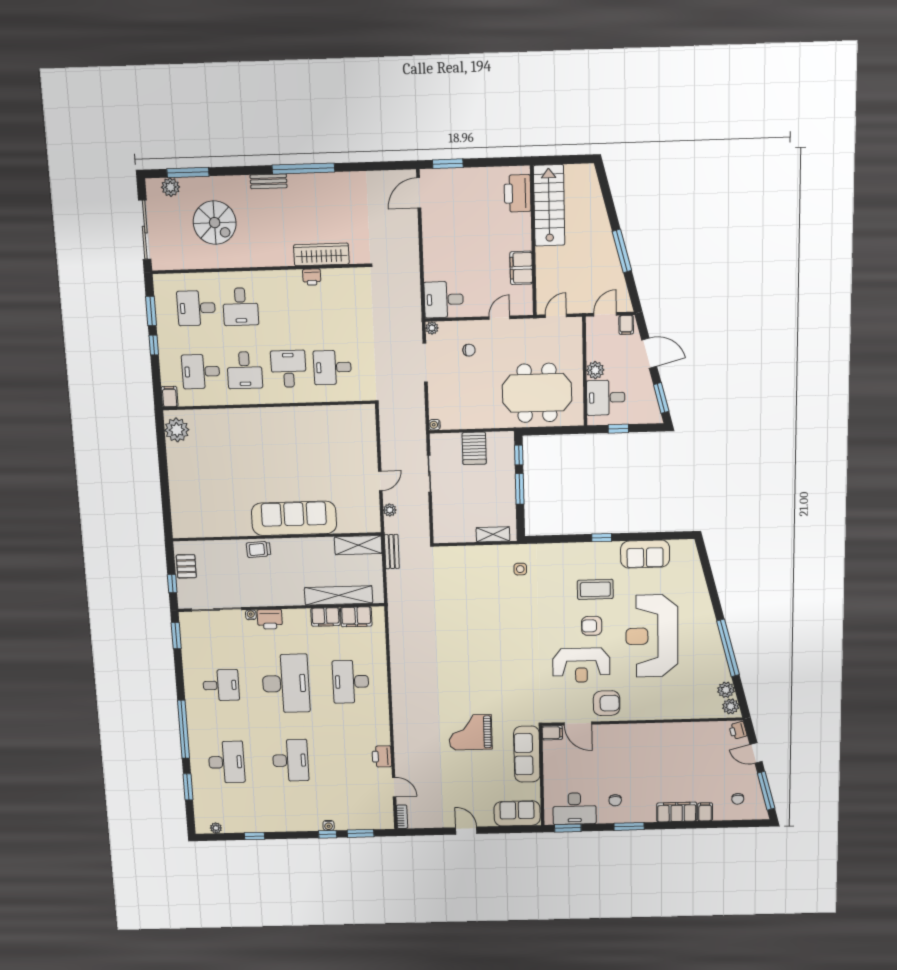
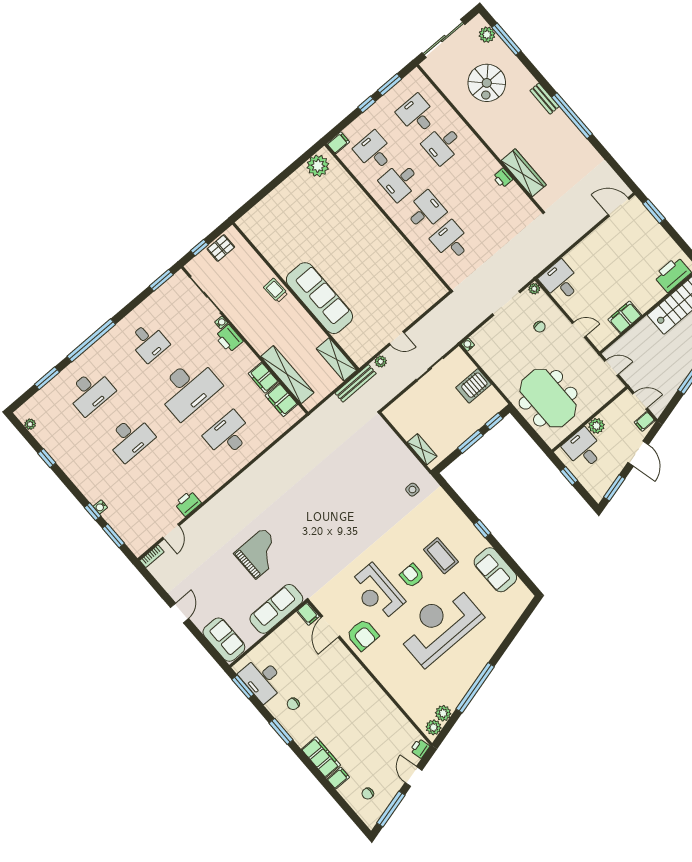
bench: (392, 552) -> (356, 383), width x1.36
grand piano: (470, 732) -> (260, 553), turned 90

